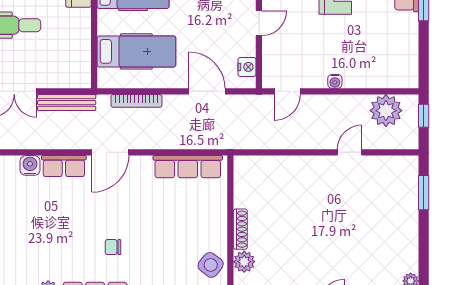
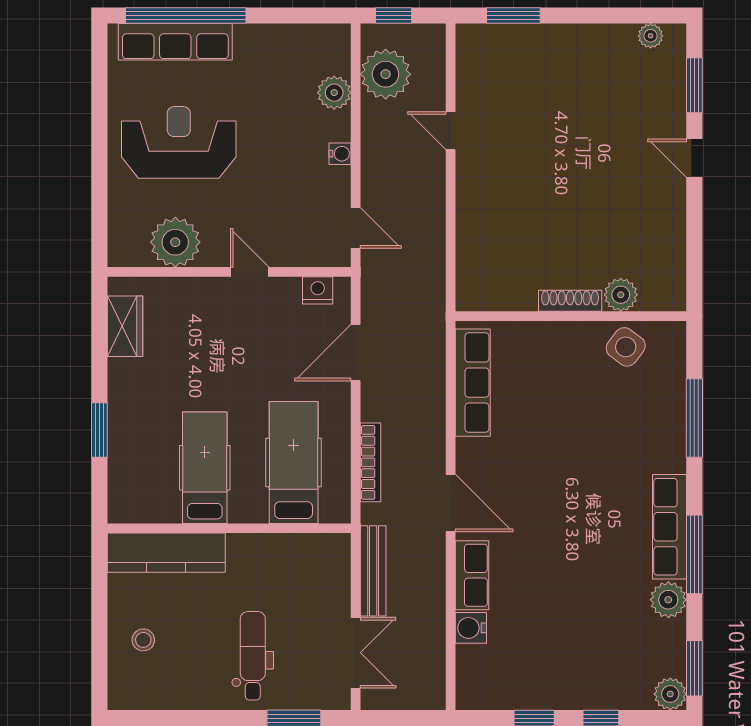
plant: (374, 78) -> (334, 93), added
chair: (113, 247) -> (598, 499), removed

